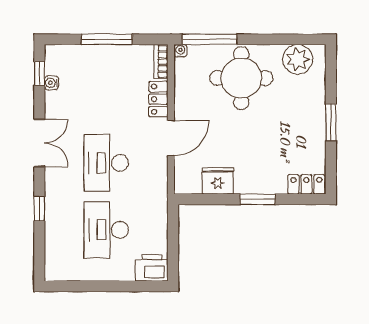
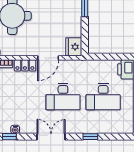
door: (171, 138) -> (48, 58), swing flipped
fridge: (218, 181) -> (74, 47), moved

